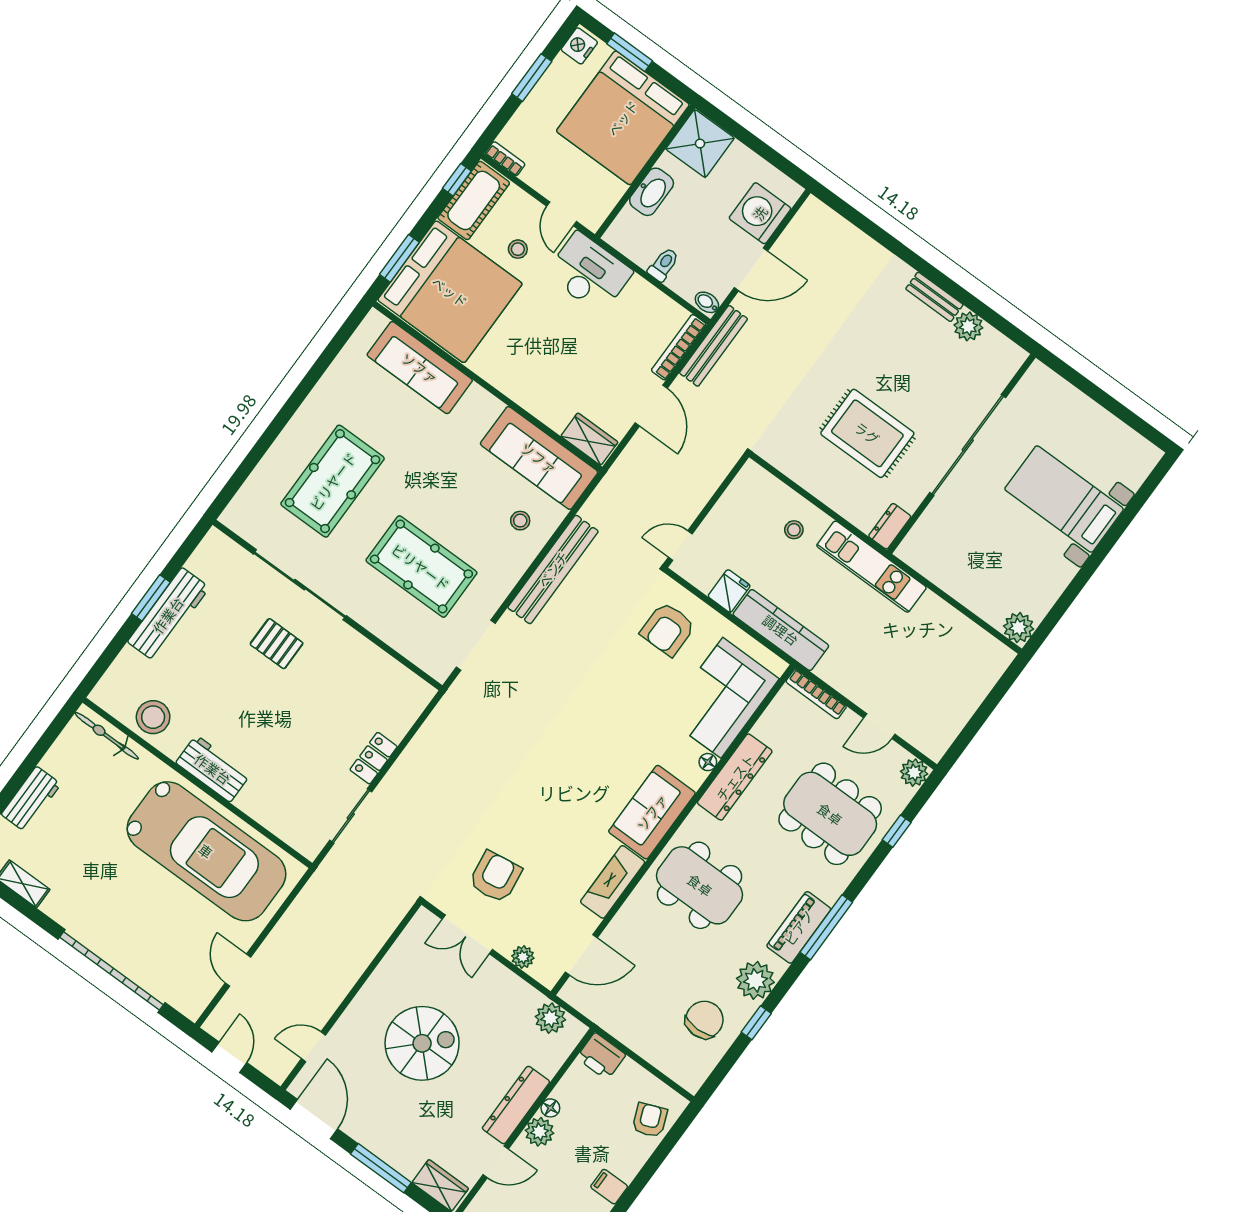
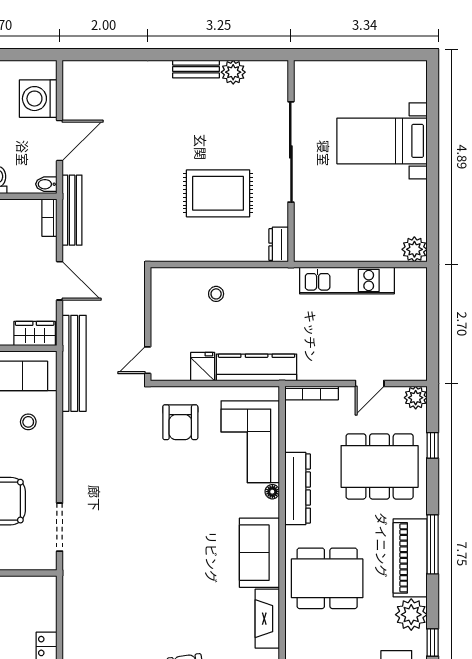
bookcase: (679, 347) -> (49, 218), width x0.64
kitchen unit: (871, 567) -> (347, 281), moved
bench: (553, 569) -> (74, 363), moved
piano: (799, 927) -> (410, 558), width x1.37, depth x1.33

